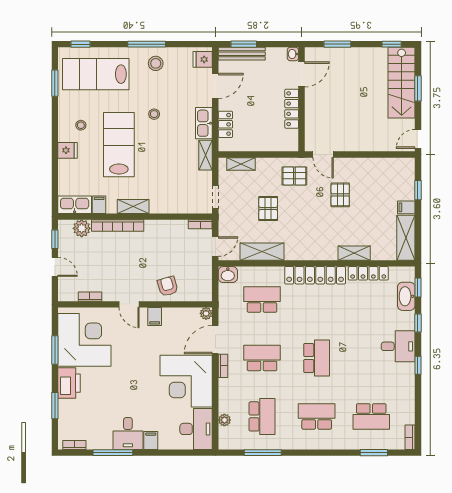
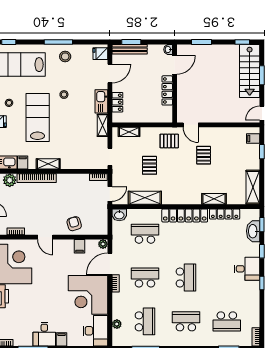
filing cabinet: (406, 207) -> (253, 139), moved
filing cabinet: (155, 316) -> (80, 246), moved

